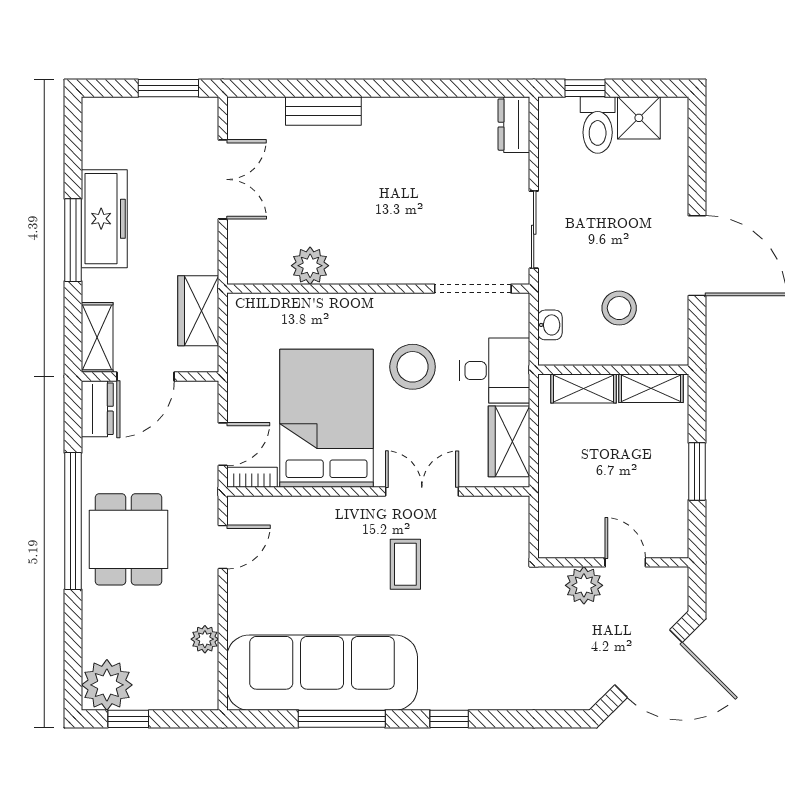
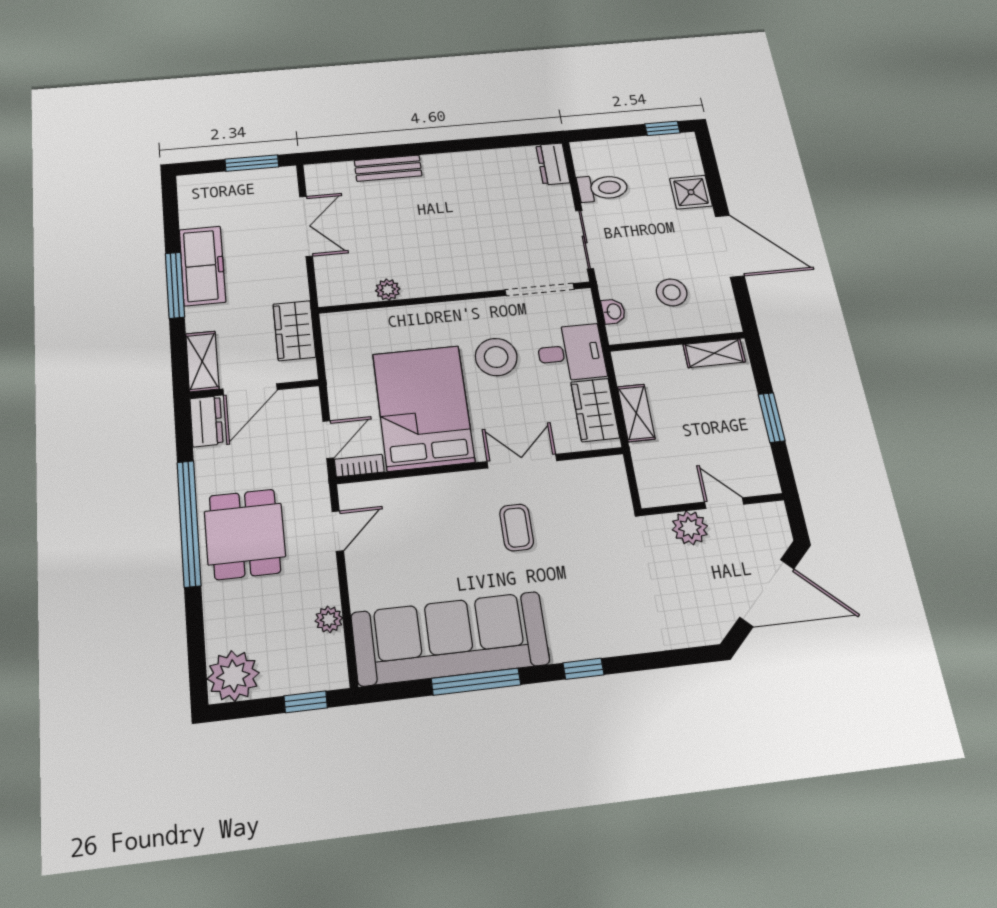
window: (585, 88) -> (662, 128), moved
shower: (639, 118) -> (691, 192), moved
toilet: (598, 125) -> (603, 188), moved, turned -90
plant: (310, 266) -> (388, 290), width x0.73, depth x0.73
shelving: (584, 389) -> (636, 413), moved, turned 90
window: (128, 719) -> (306, 702), moved

